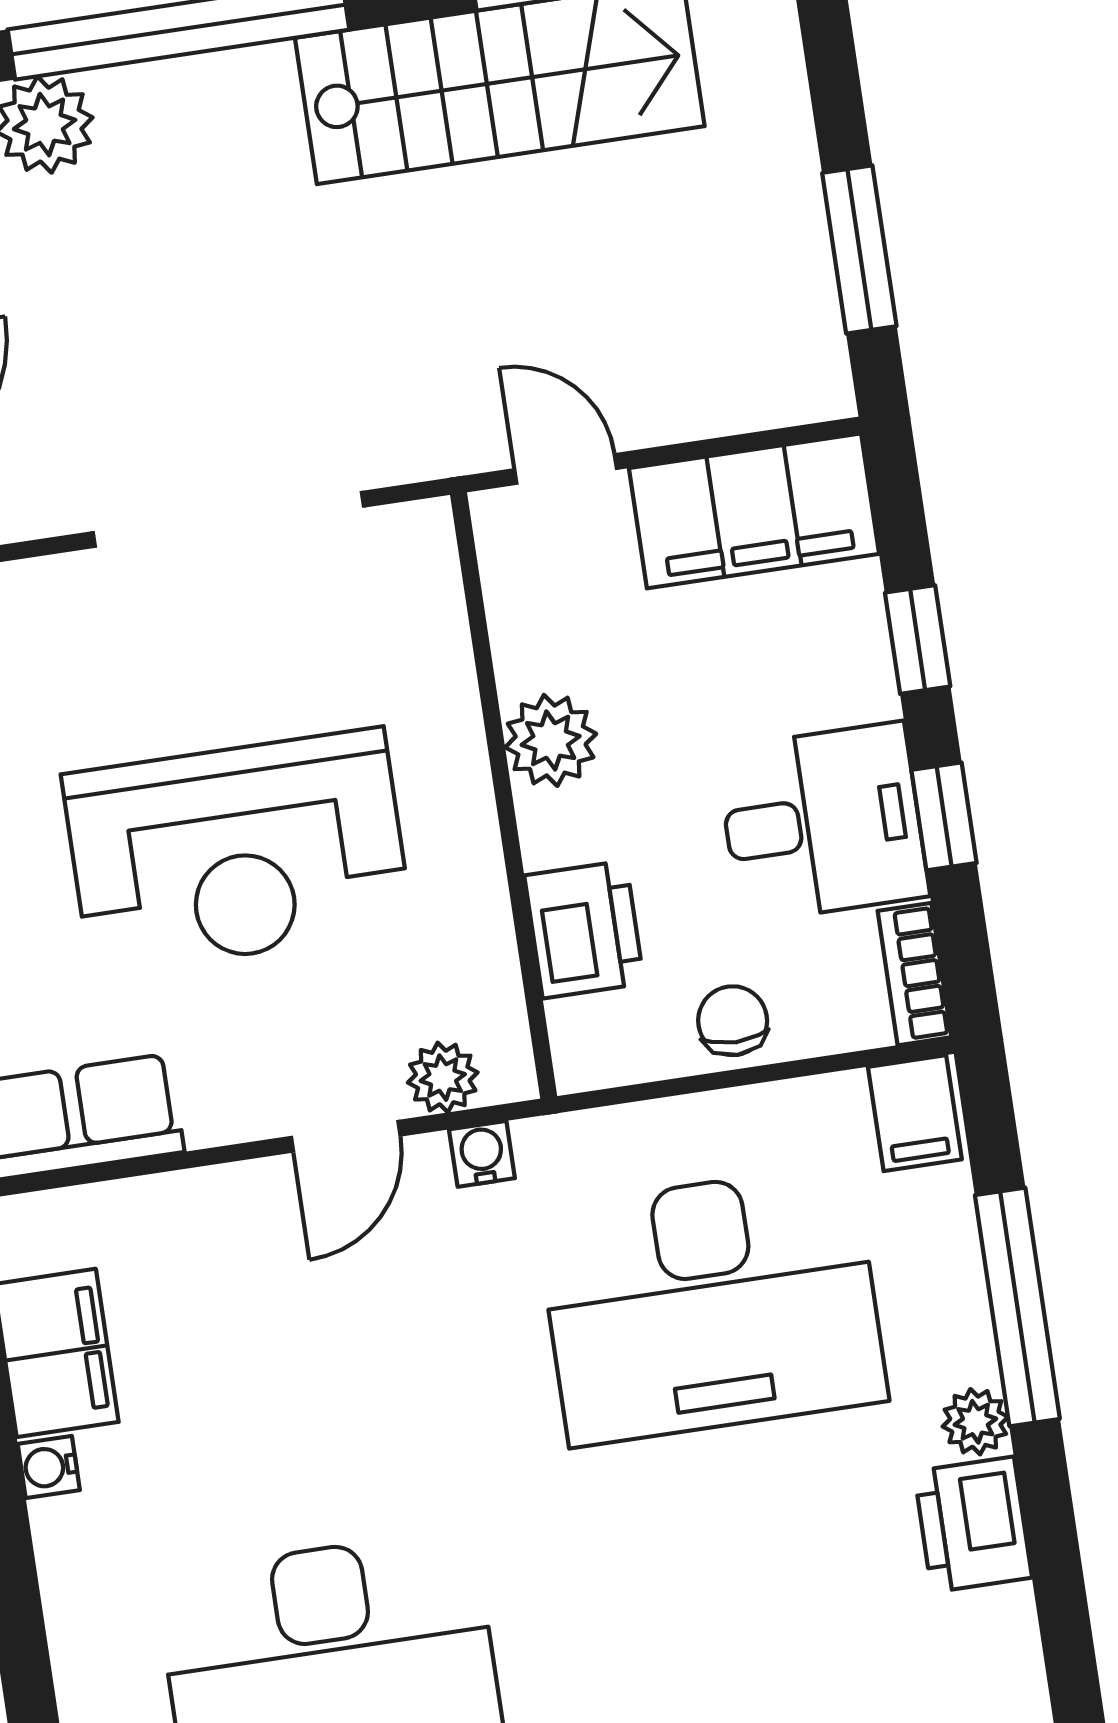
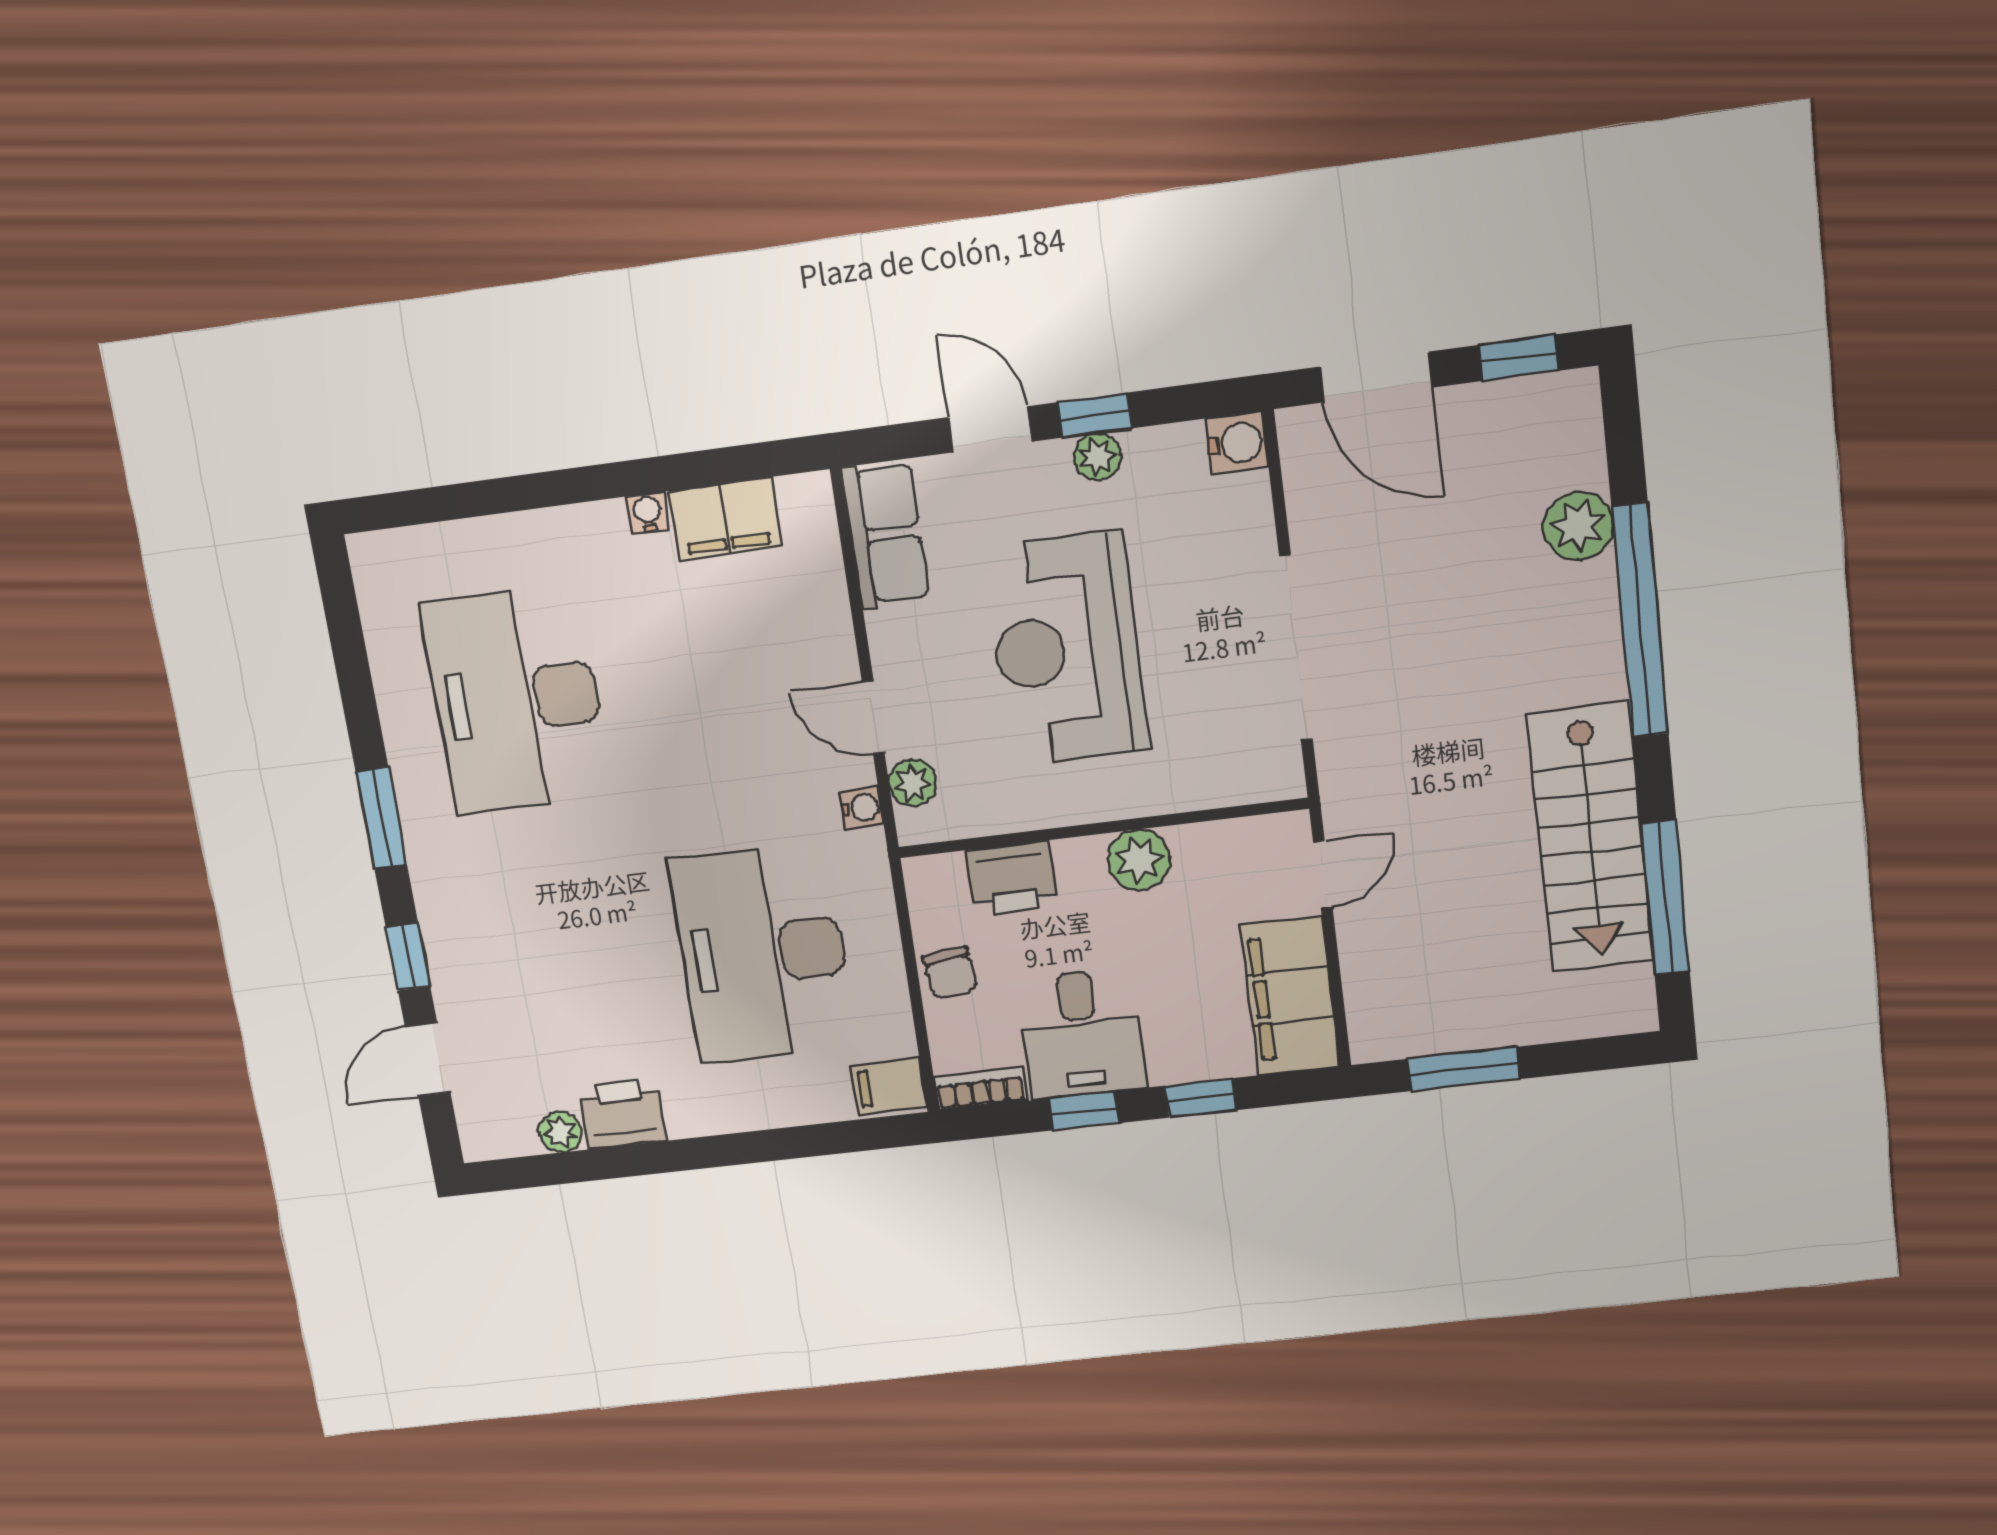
chair: (733, 1021) -> (950, 973), turned 82
window: (1017, 1307) -> (763, 1146), removed
plant: (975, 1422) -> (561, 1132), moved

